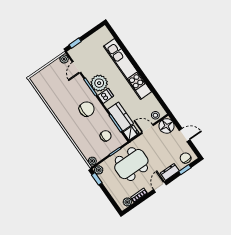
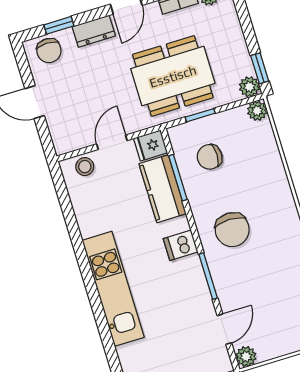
kitchen unit: (128, 69) -> (113, 289), width x0.73
plant: (99, 83) -> (186, 278), removed
chair: (87, 109) -> (232, 230), turned -90
floor lamp: (167, 126) -> (68, 135), removed
door: (148, 129) -> (112, 142), swing flipped

